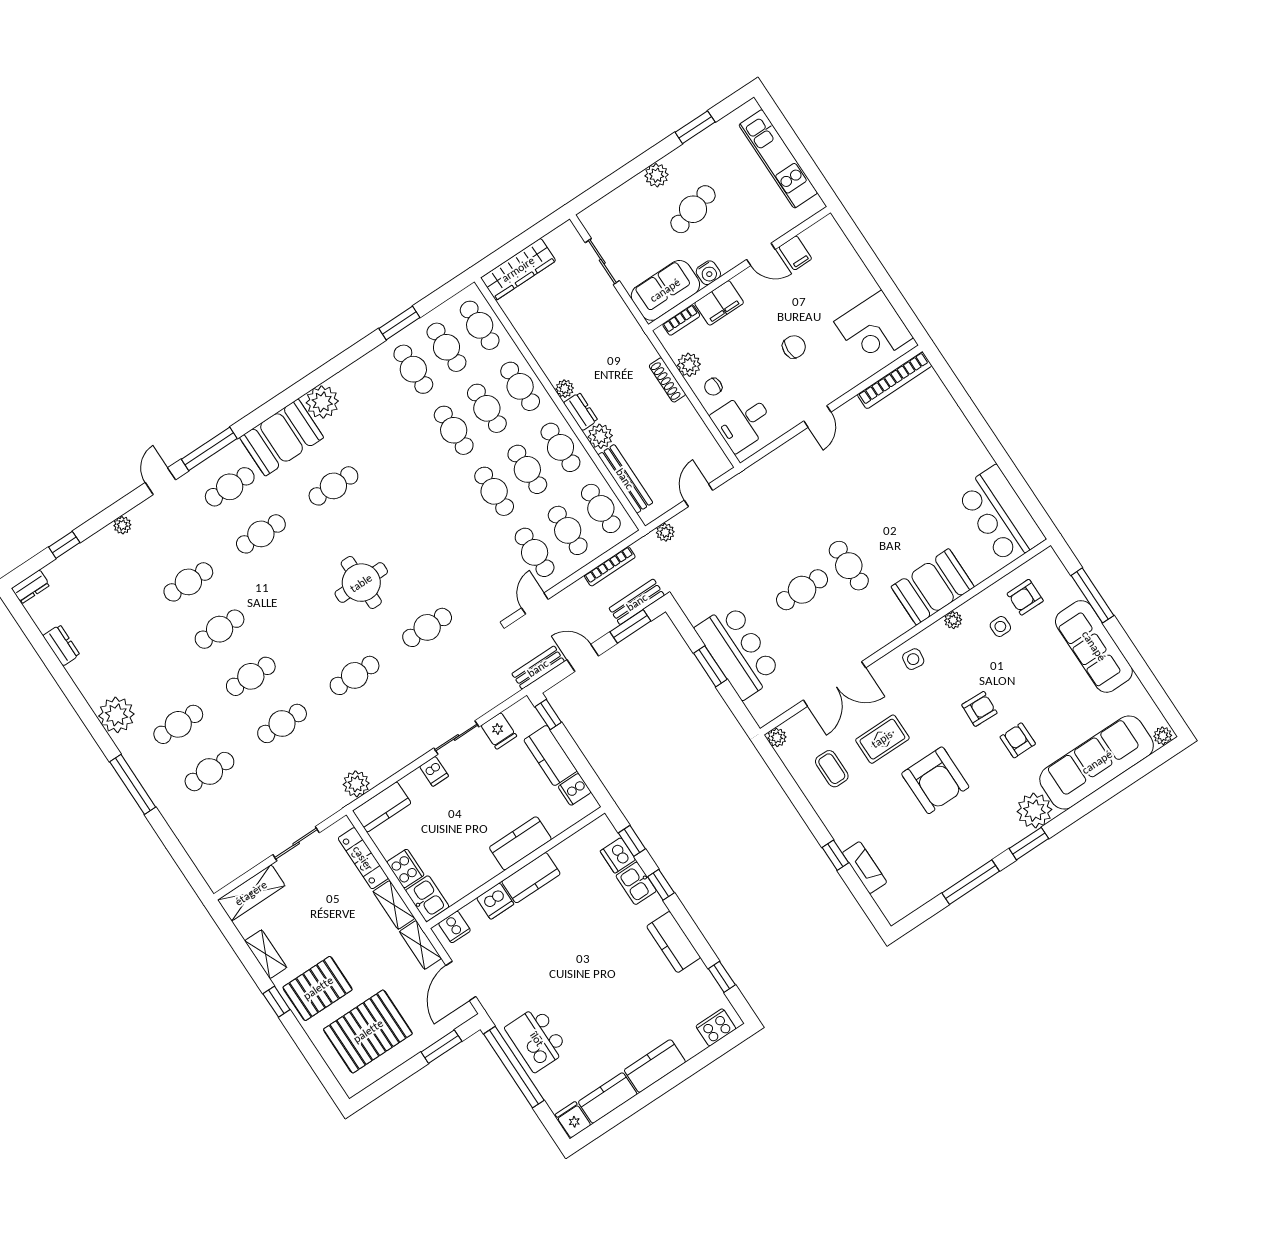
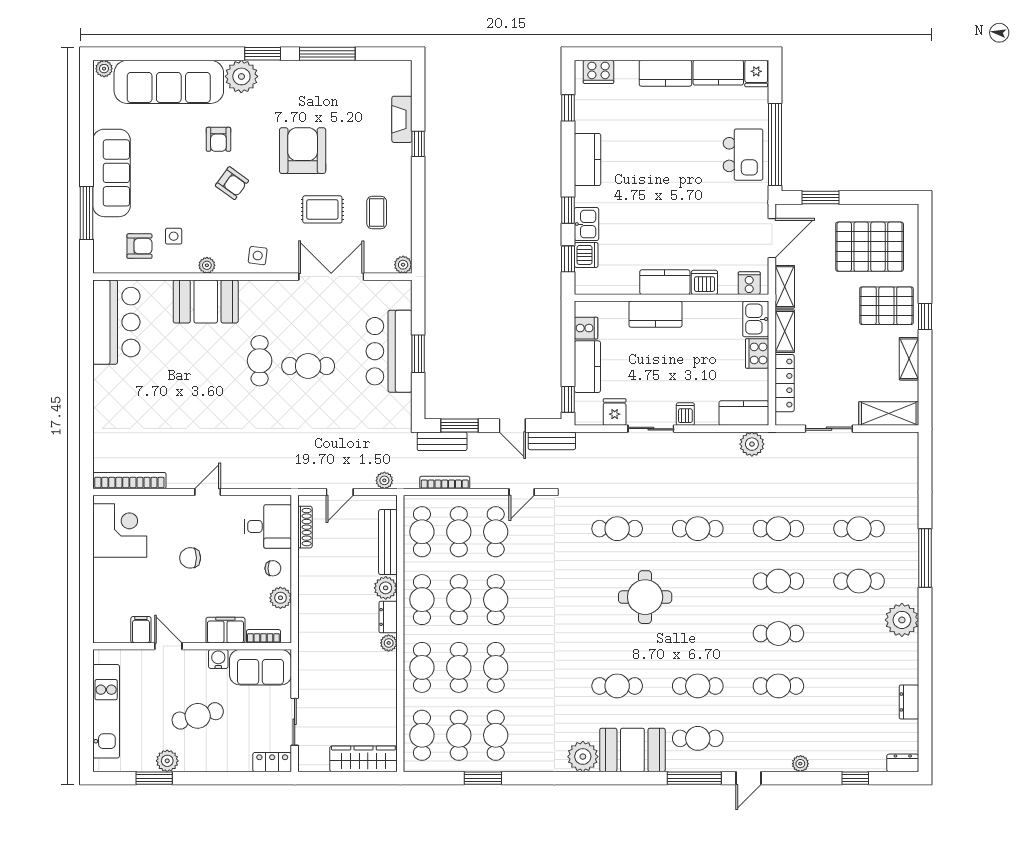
plant: (657, 175) -> (167, 761), moved
locker: (598, 212) -> (272, 762), added
shoe rack: (667, 380) -> (305, 527), moved
armchair: (979, 709) -> (232, 183), turned -146

